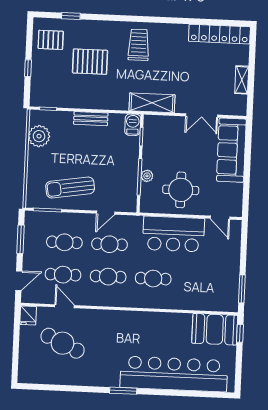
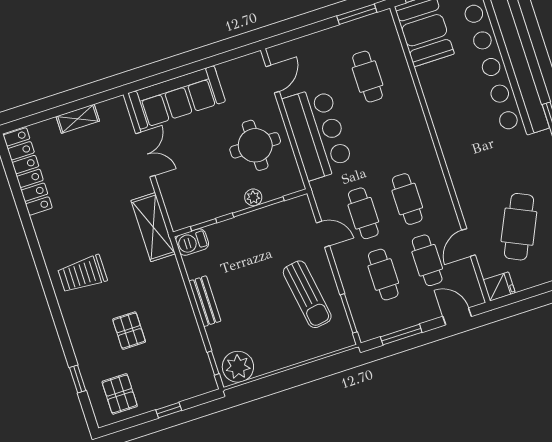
pallet: (90, 62) -> (129, 331), width x0.67, depth x0.71
plant: (39, 136) -> (238, 367), moved
cafe table: (153, 279) -> (367, 77), moved

